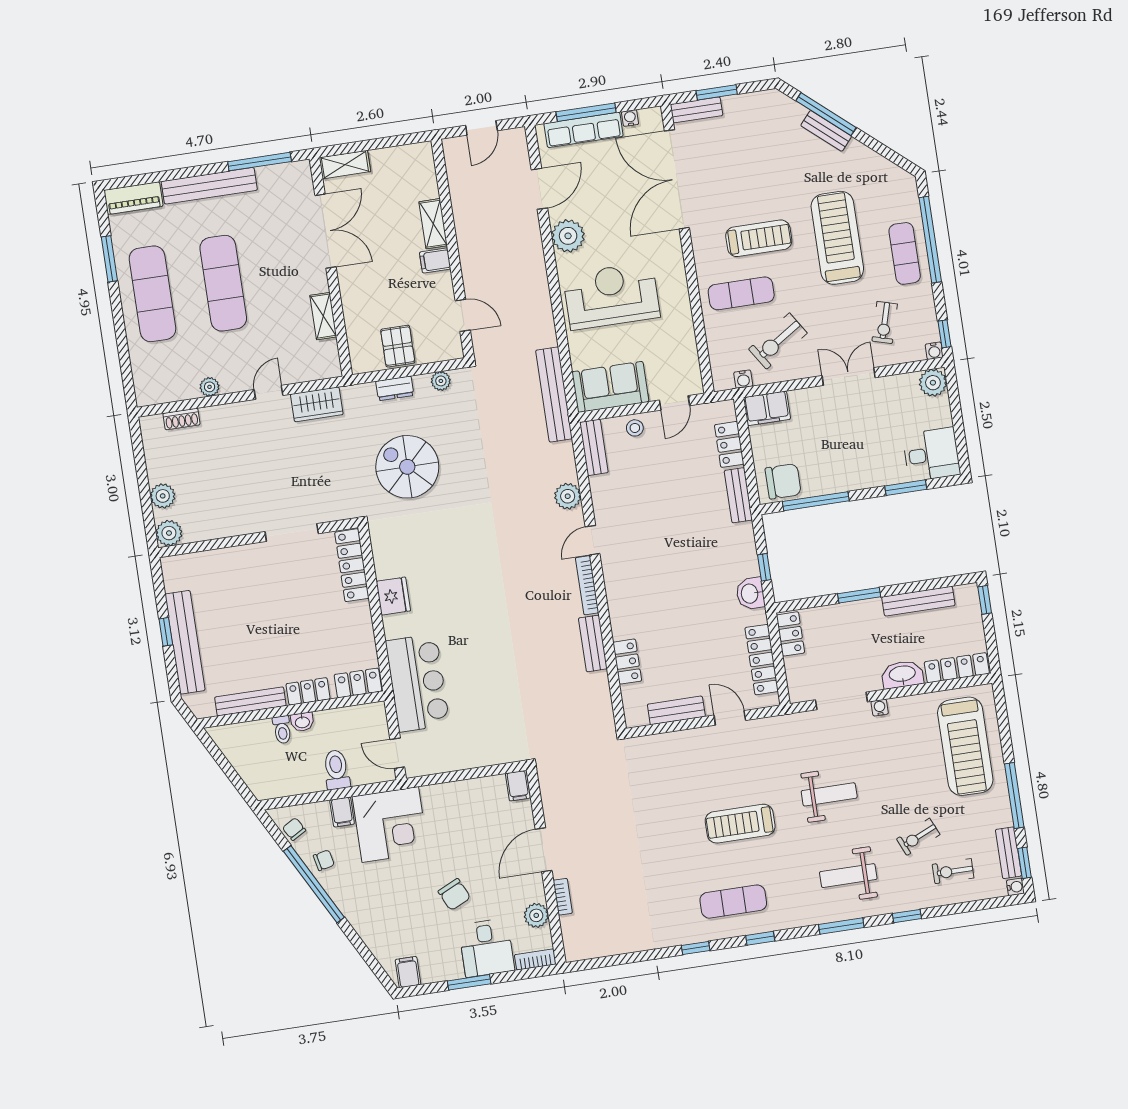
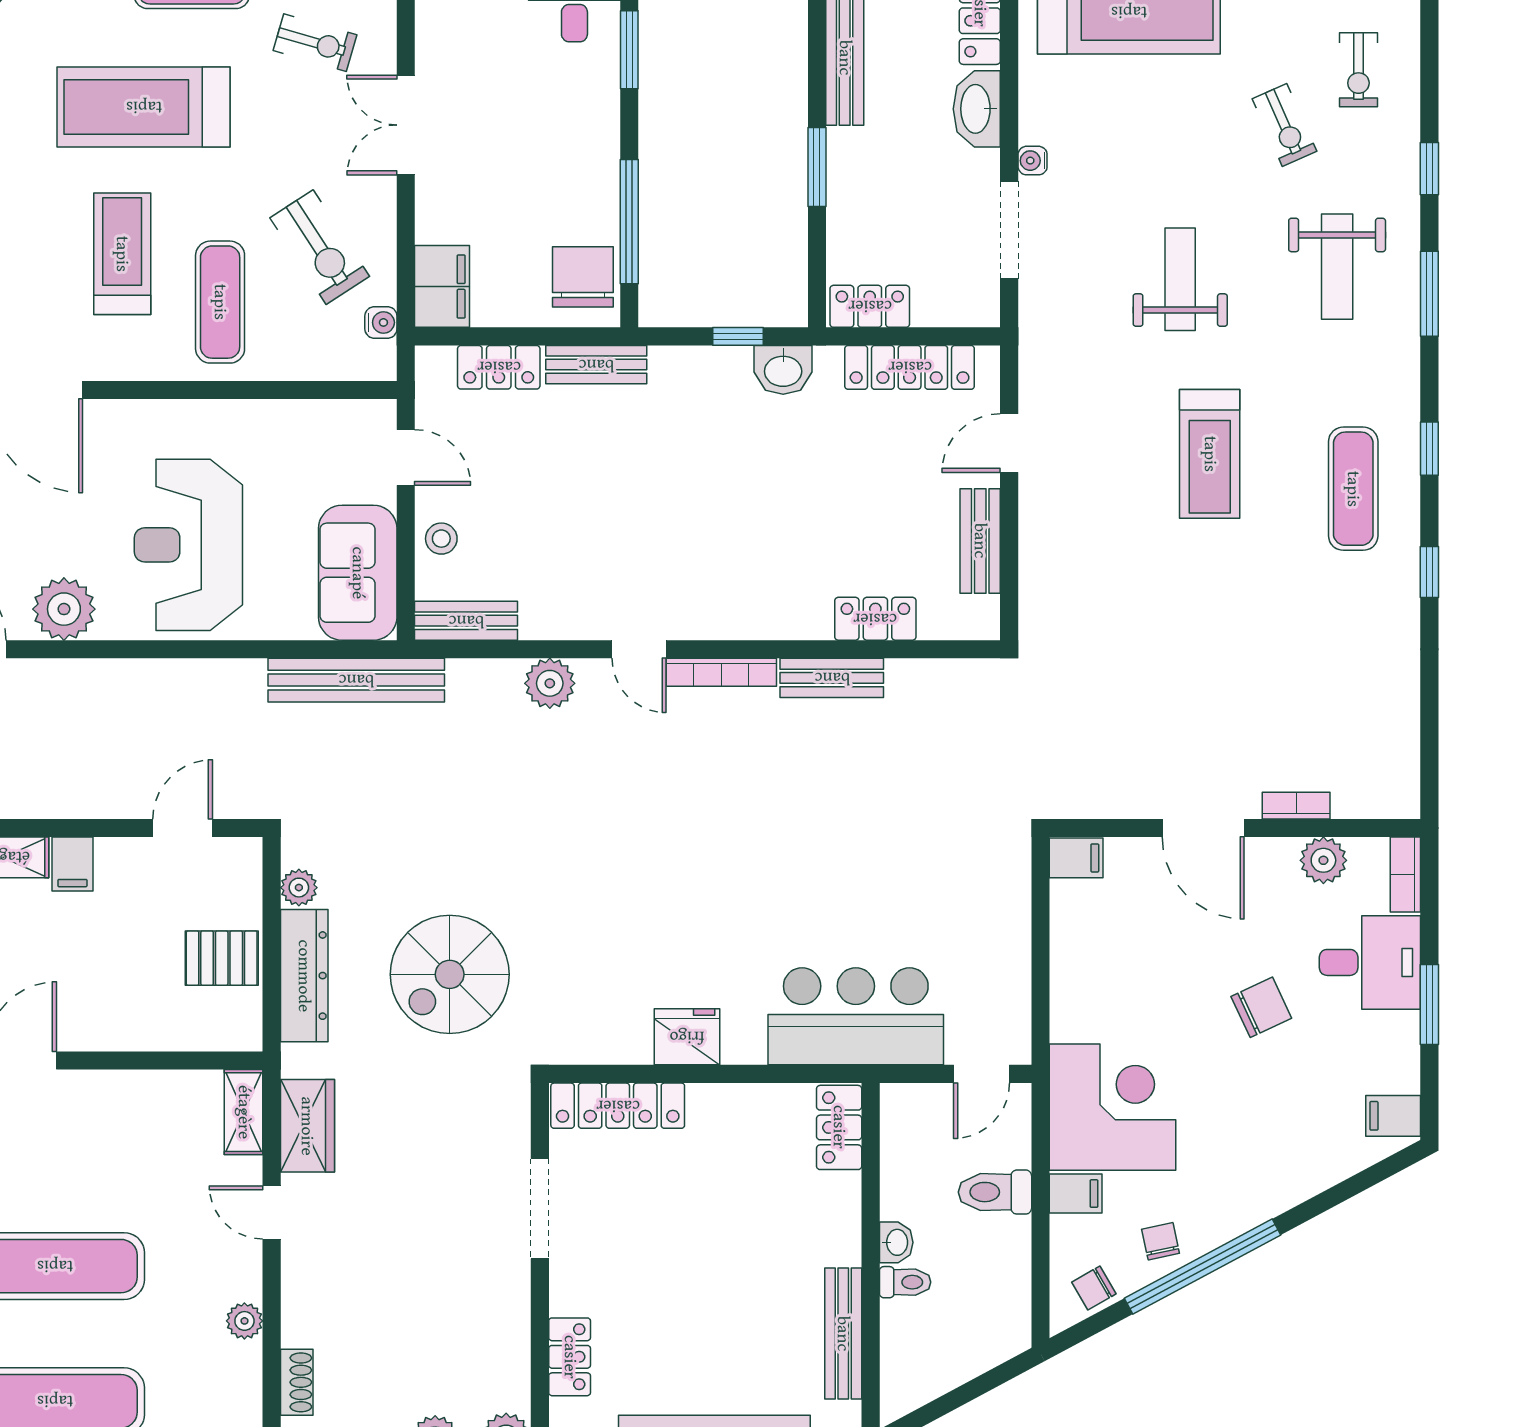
shelving: (323, 316) -> (244, 1112), moved, turned 90
dresser: (395, 388) -> (304, 976), width x1.96, depth x1.24
locker: (308, 691) -> (570, 1357), moved, turned 180

